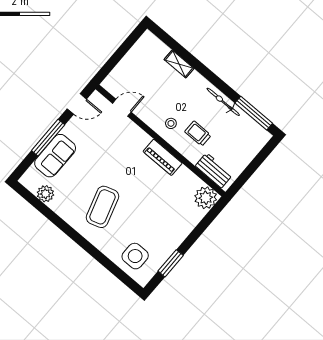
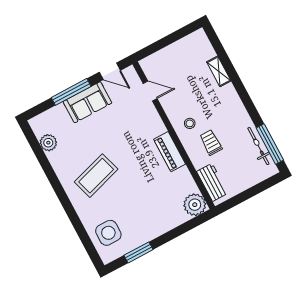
bicycle: (223, 102) -> (258, 146), moved
sofa: (55, 156) -> (87, 102), moved

